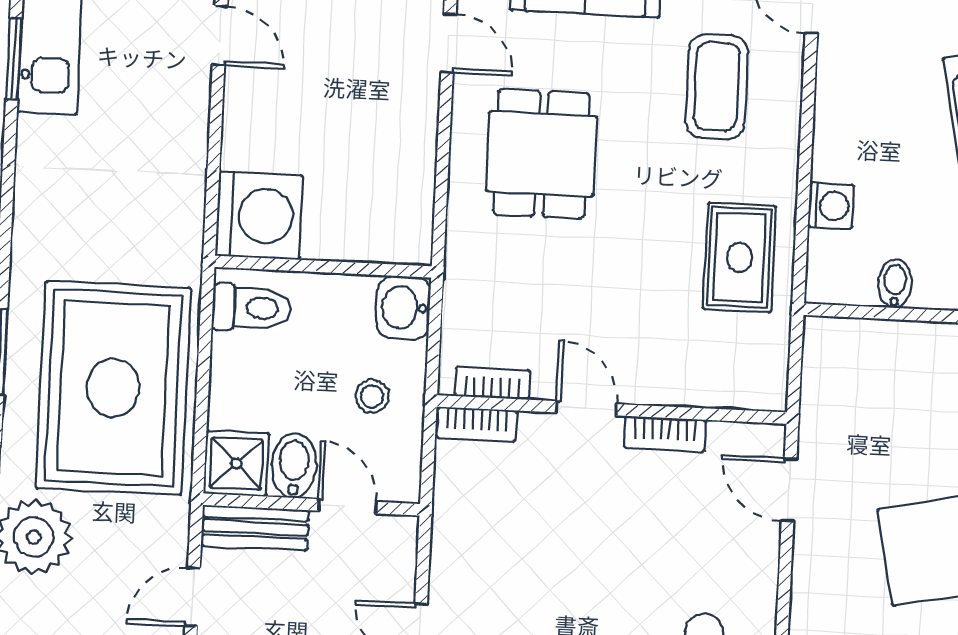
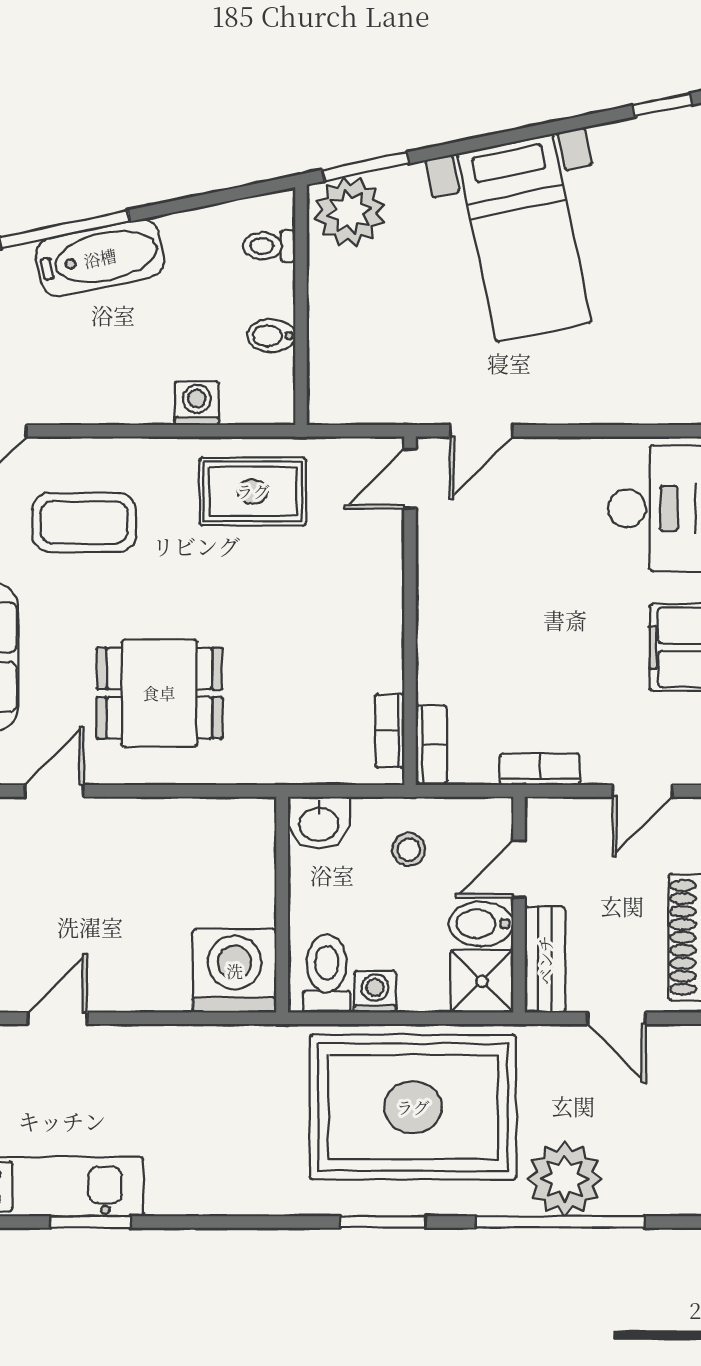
washing machine: (231, 356) -> (375, 992), added
door: (586, 408) -> (410, 479), moved
bookcase: (665, 434) -> (540, 769), moved, turned -90

